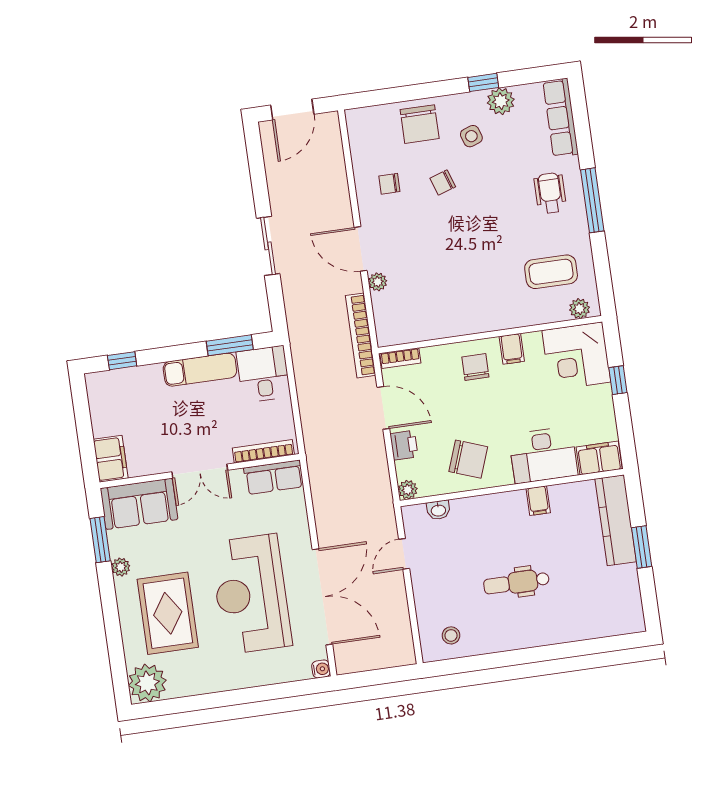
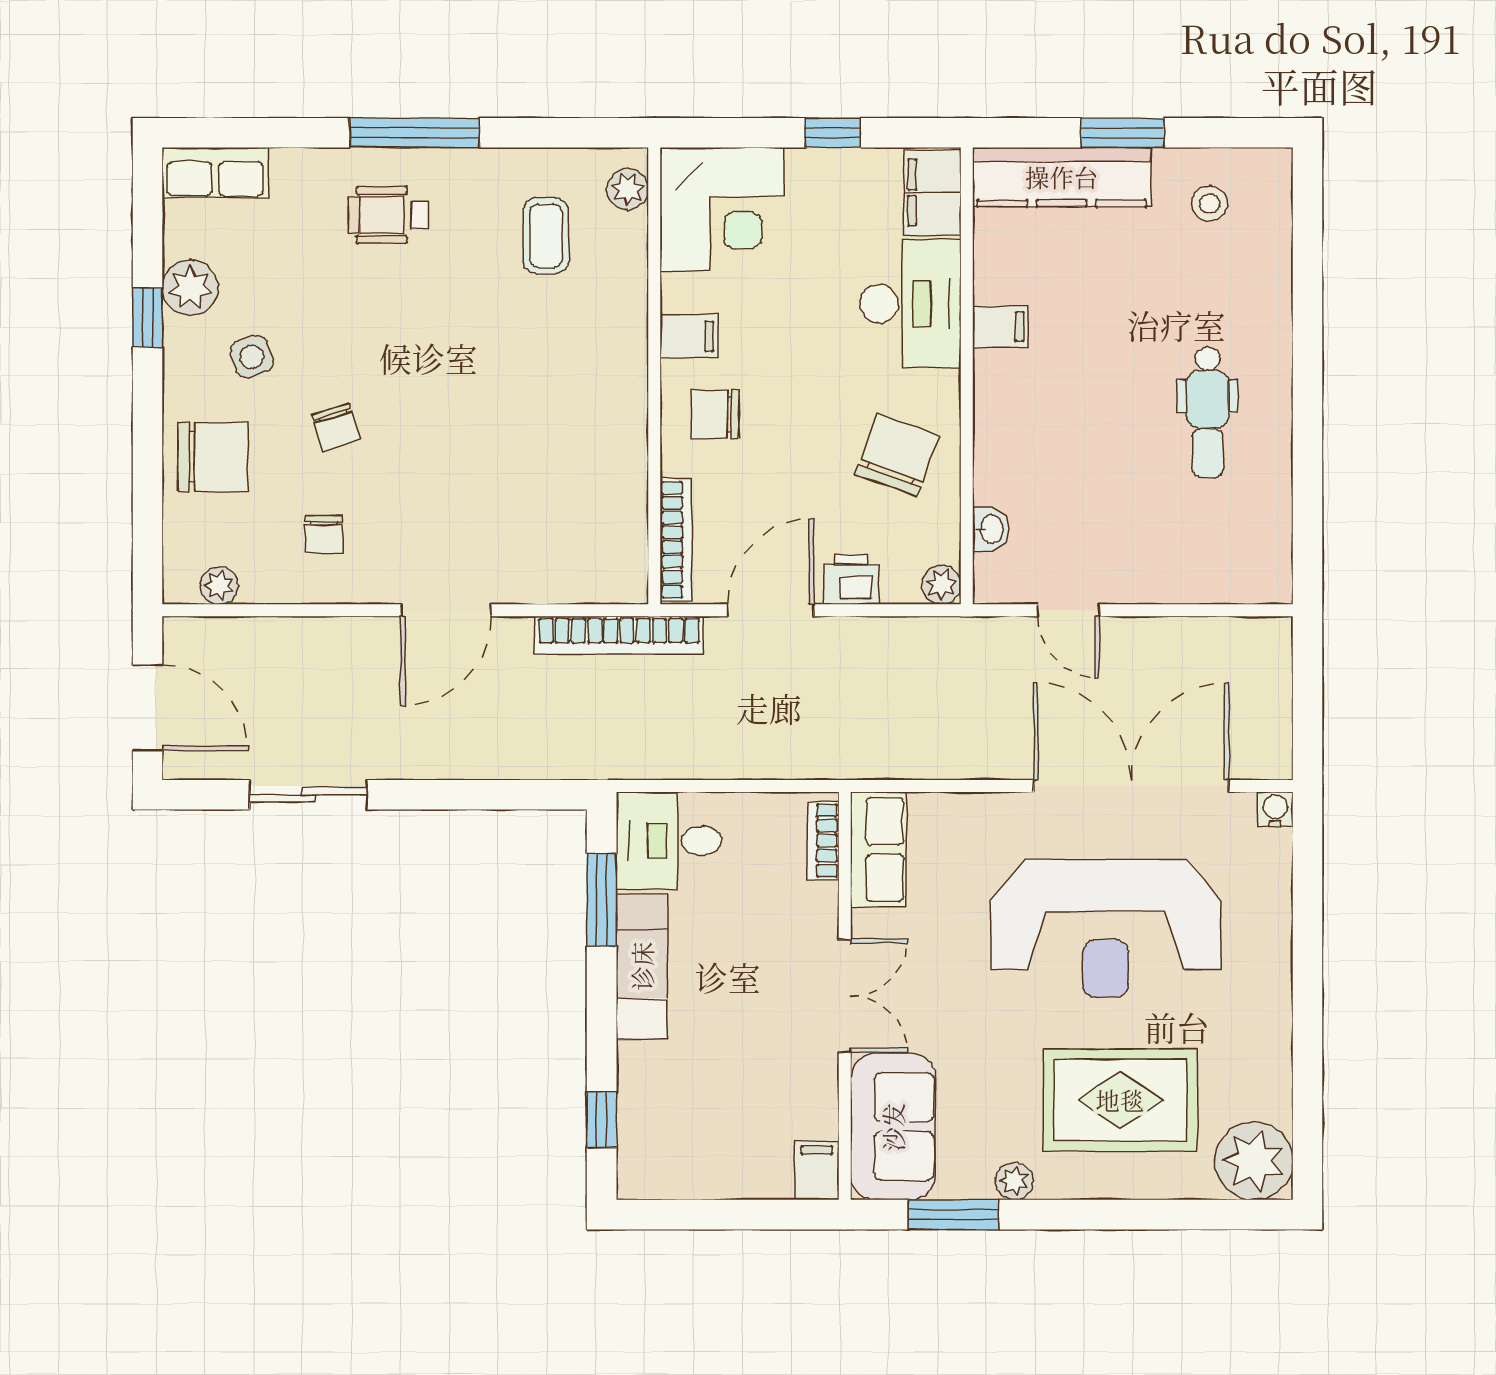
row of seats: (561, 118) -> (215, 173), width x0.68
sliding door: (268, 246) -> (308, 795), moved
coffee table: (551, 272) -> (546, 236), width x0.73, depth x0.77
plant: (378, 282) -> (219, 586), moved
bookcase: (400, 358) -> (676, 540), width x1.56
window: (618, 380) -> (833, 133), moved
bookcase: (263, 451) -> (823, 841), width x0.64
filing cabinet: (111, 459) -> (817, 1171), width x0.50
dental chair: (516, 583) -> (1208, 412), moved
stool: (451, 635) -> (1210, 204), moved

